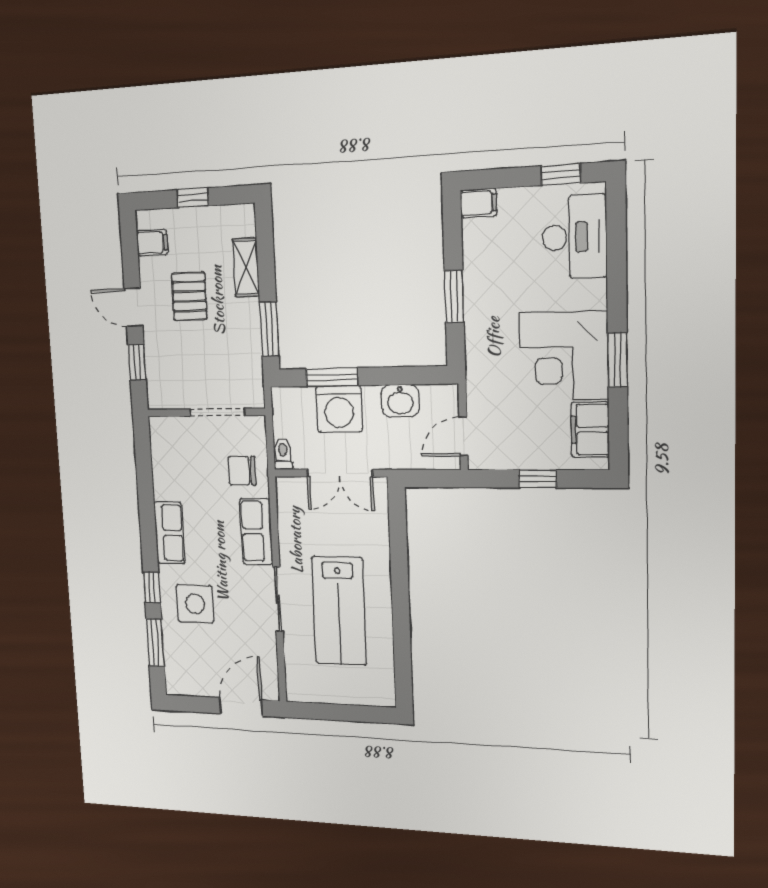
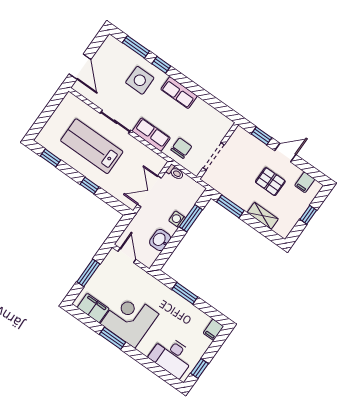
washing machine: (339, 409) -> (177, 219), width x0.53, depth x0.53
window: (538, 479) -> (88, 273), width x1.50
window: (399, 573) -> (89, 186), added
window: (403, 663) -> (51, 158), added

